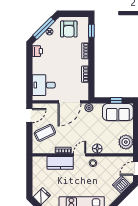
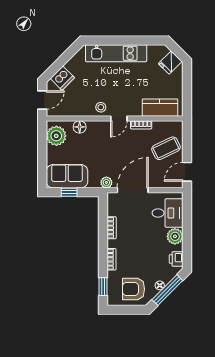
armchair: (69, 29) -> (134, 289), turned -90
plant: (38, 68) -> (175, 236), added
floor lamp: (97, 149) -> (80, 127), moved
kitchen counter: (60, 163) -> (160, 108), moved

